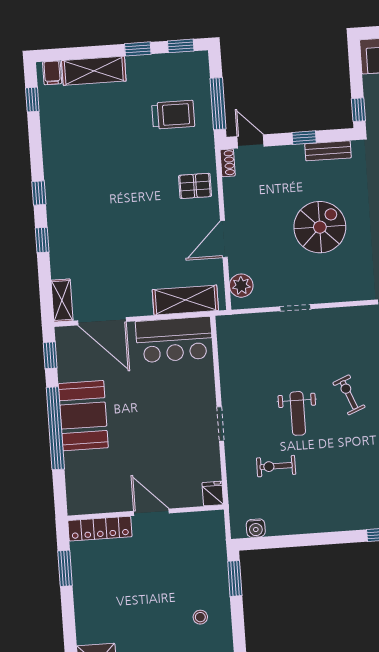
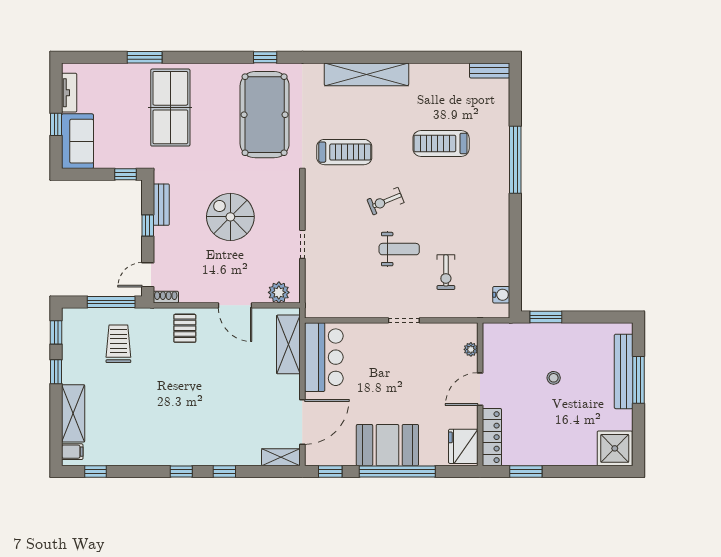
fridge: (213, 494) -> (463, 446), moved, width x1.88, depth x1.34
plant: (194, 499) -> (471, 349), added
stool: (200, 617) -> (554, 378), moved

